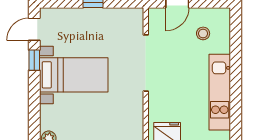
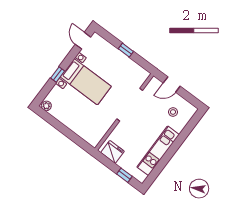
door: (34, 29) -> (83, 41), hinge flipped
window: (34, 60) -> (58, 74), moved

